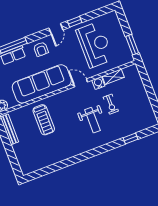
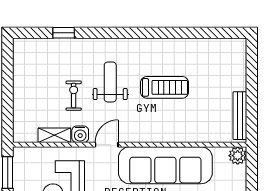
door: (81, 83) -> (107, 145), swing flipped
treadmill: (44, 120) -> (165, 87), moved, turned 90

